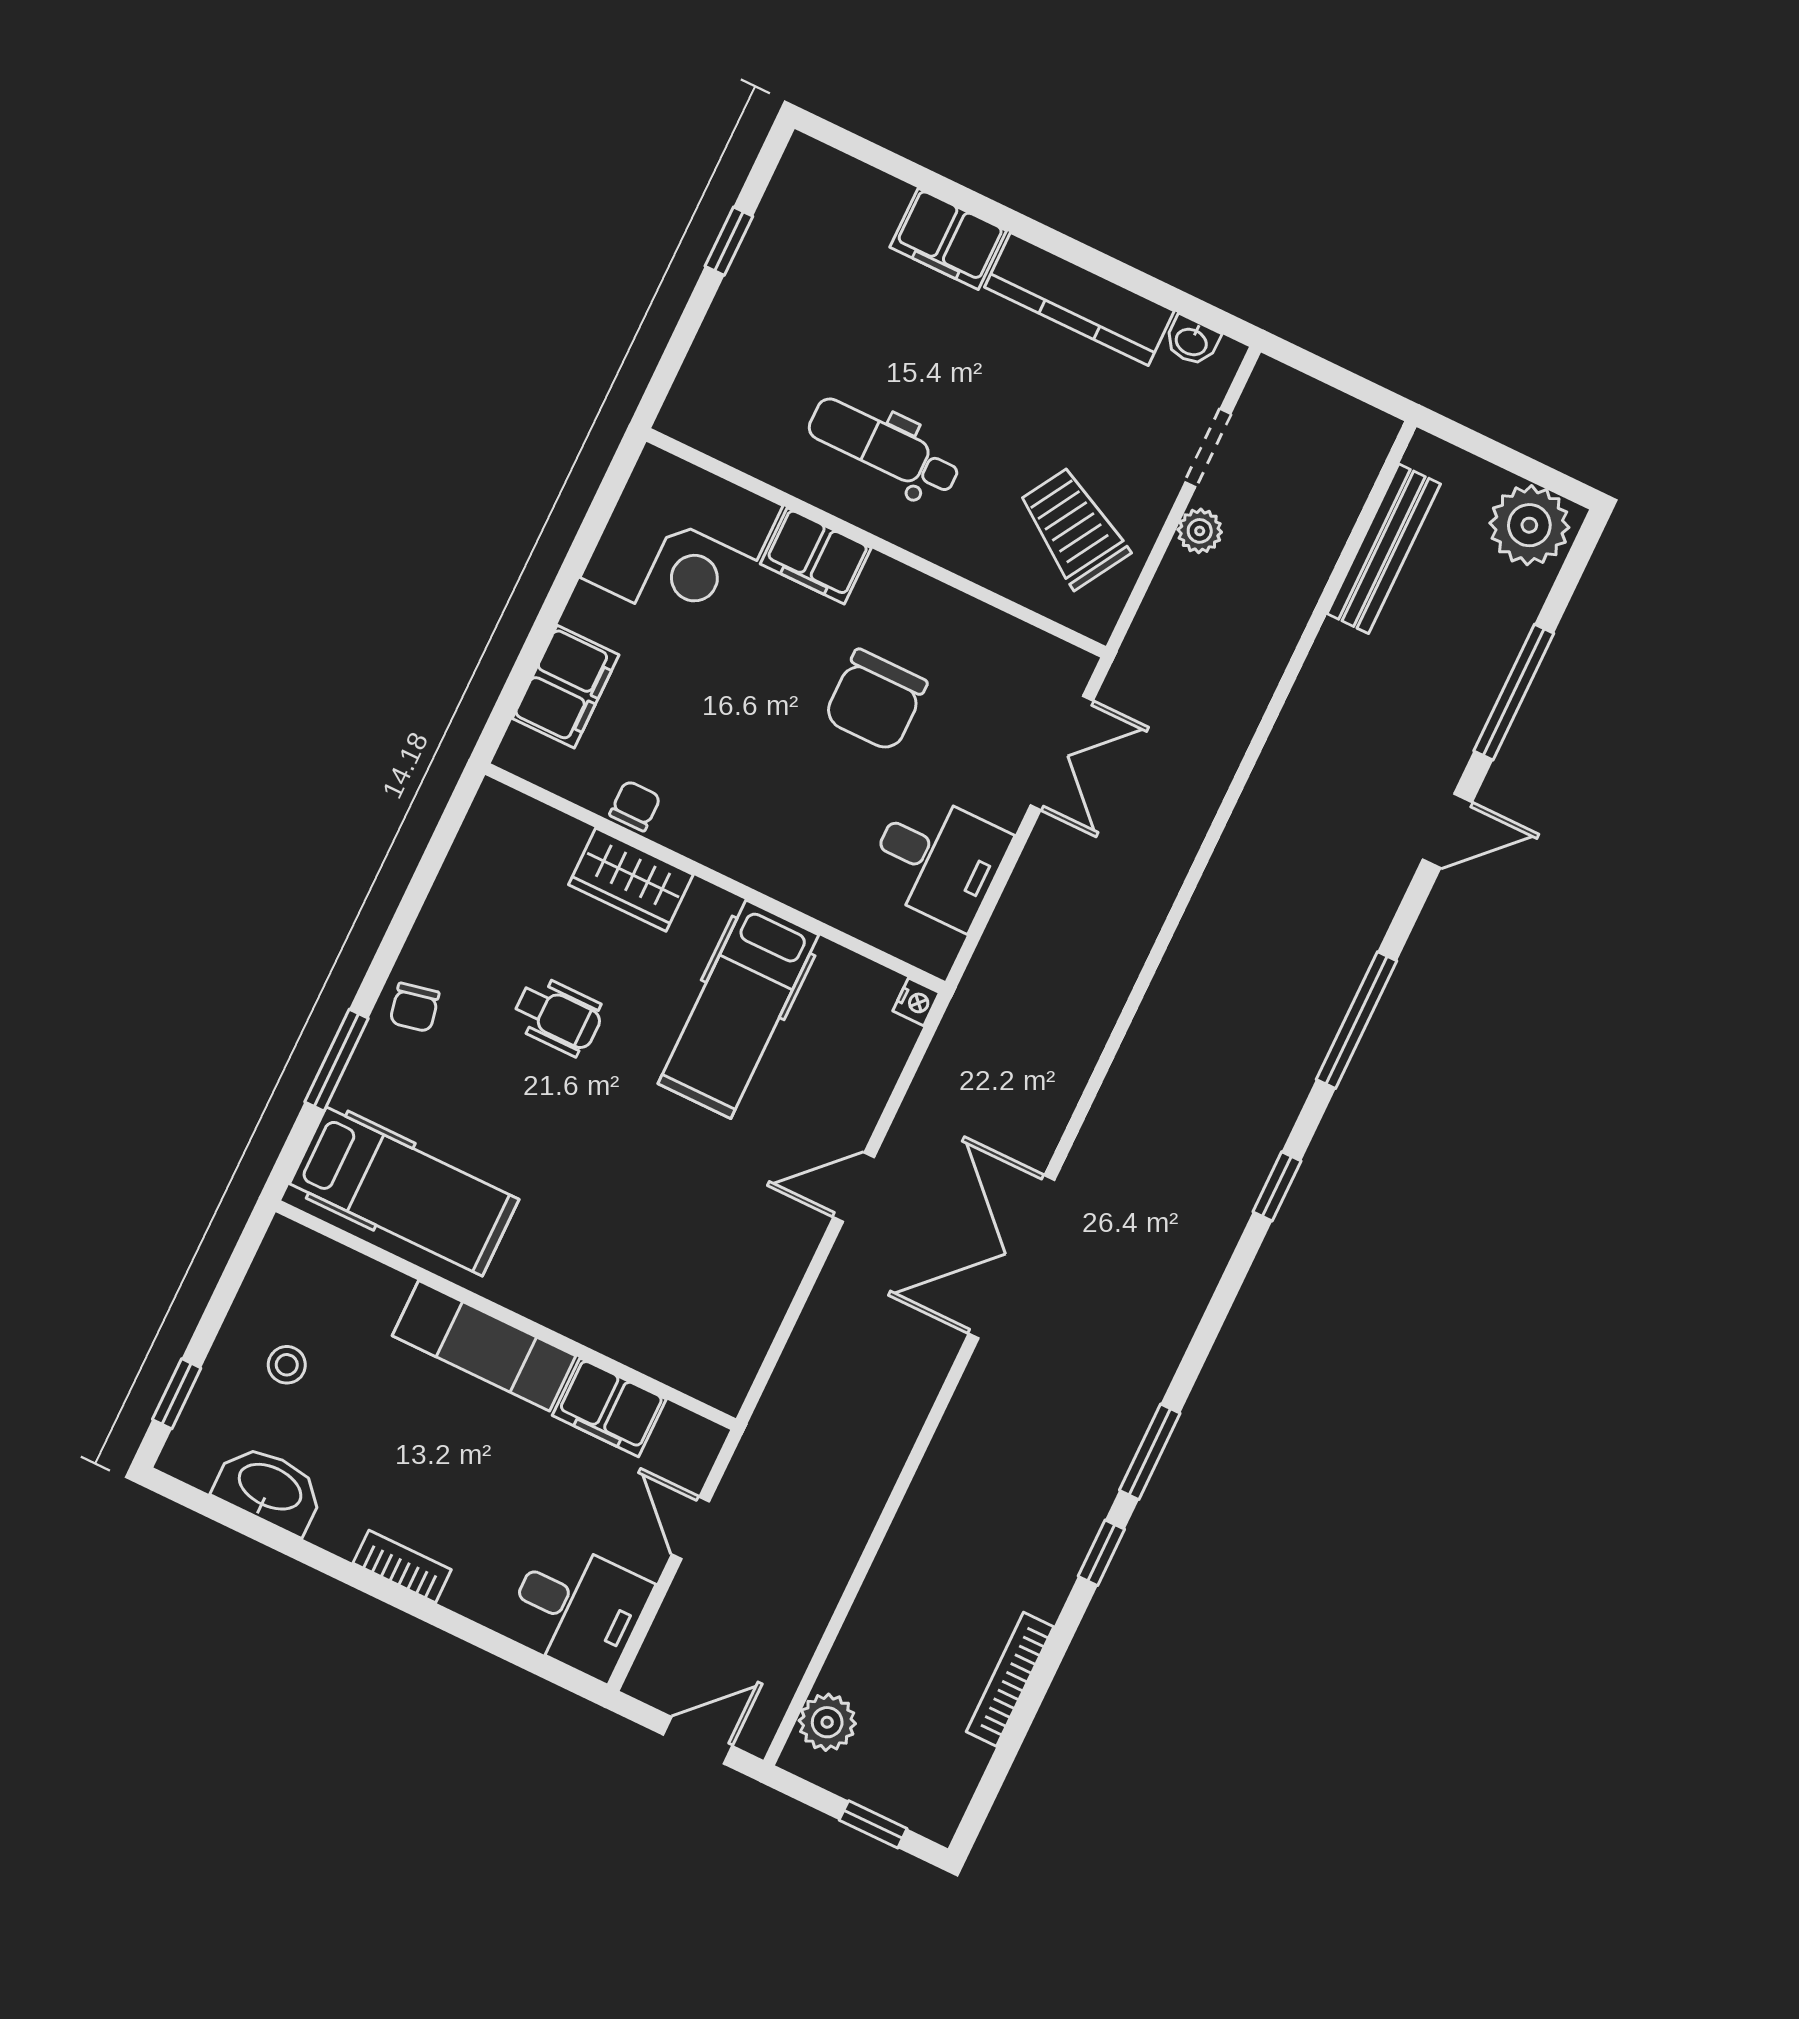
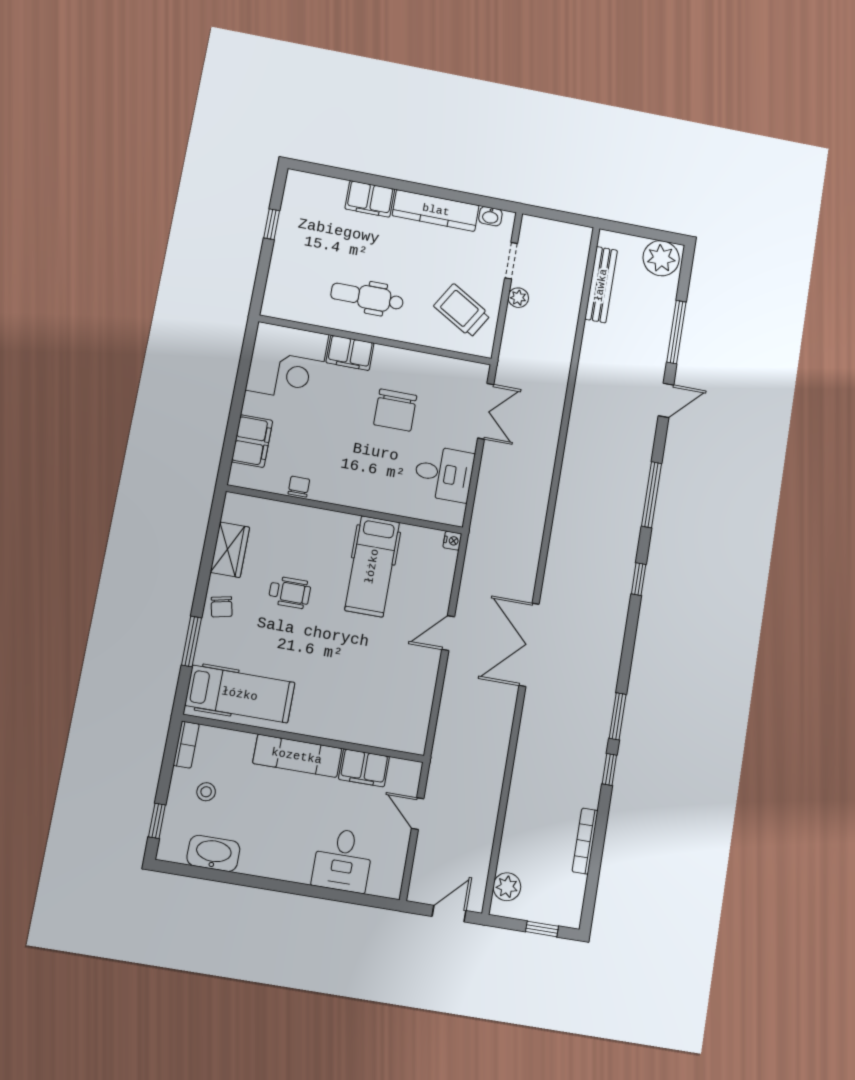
wardrobe: (631, 880) -> (230, 550), moved, turned -90
bookcase: (402, 1566) -> (186, 745), moved, turned 90
desk: (578, 1609) -> (343, 860), moved, turned 90

